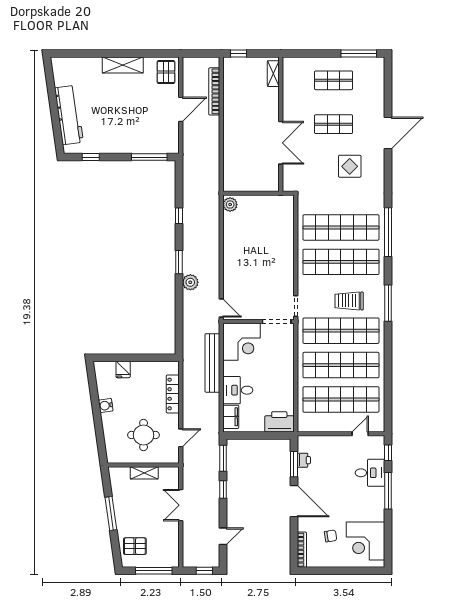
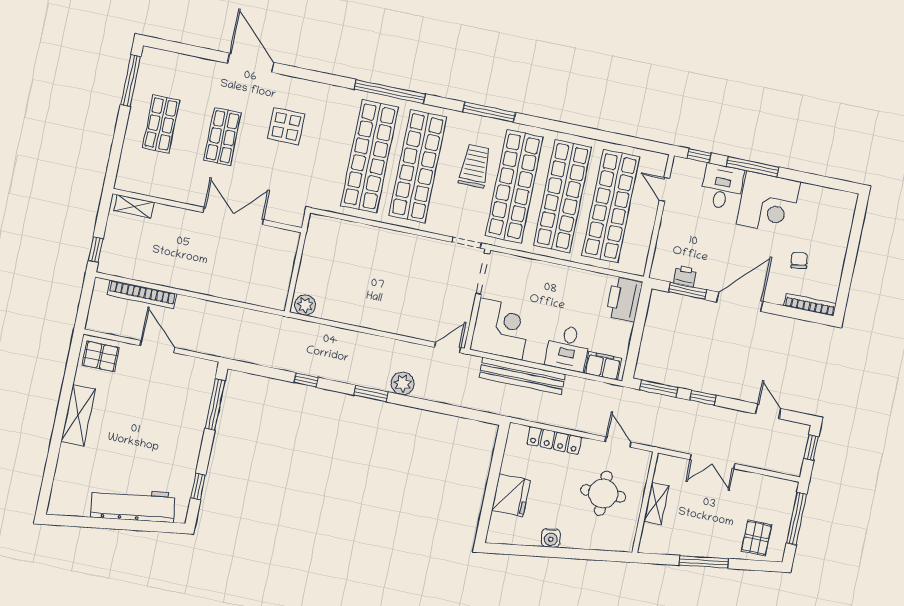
trolley: (349, 301) -> (475, 166), turned 180
fridge: (123, 369) -> (511, 495), width x1.88, depth x1.34
corner desk: (365, 541) -> (768, 203), moved

